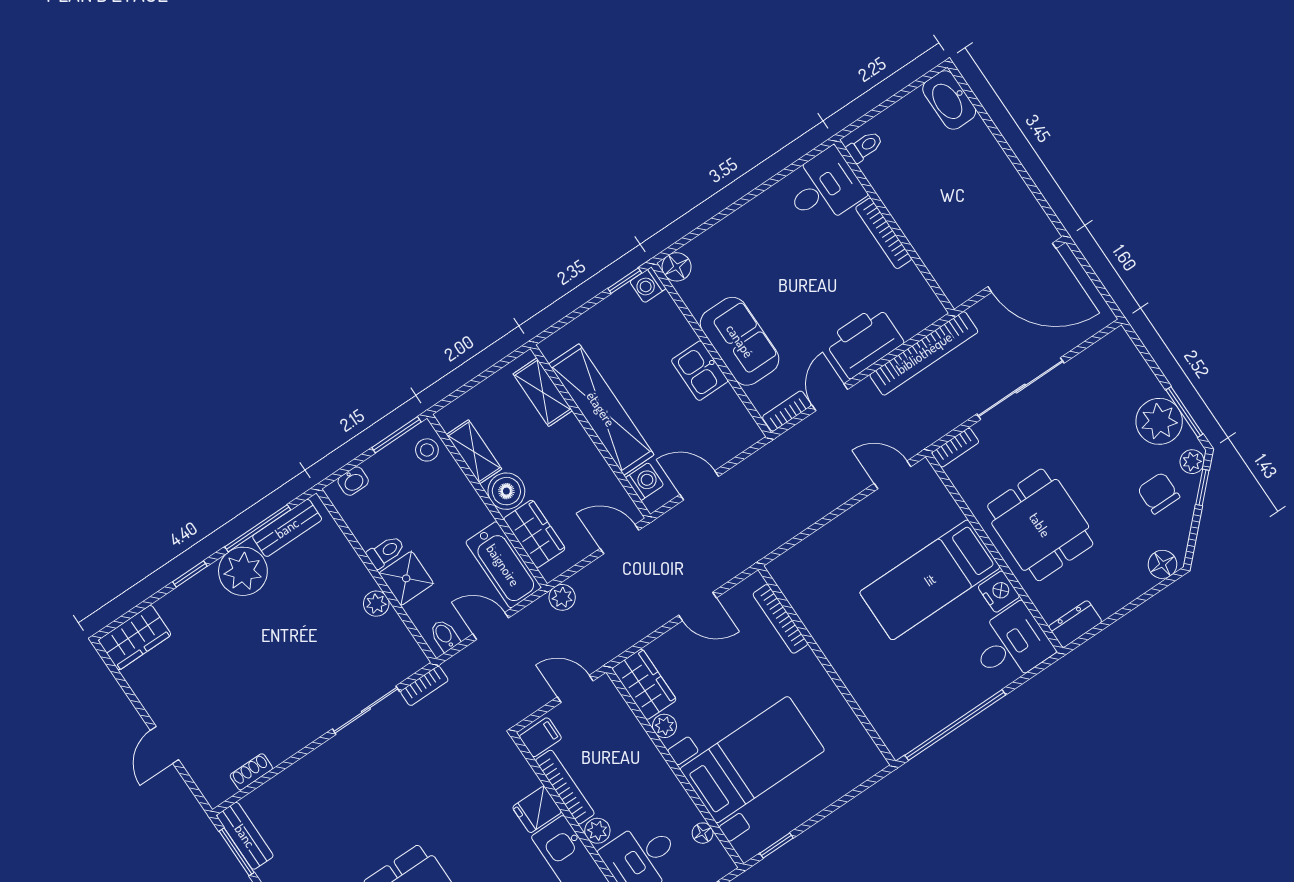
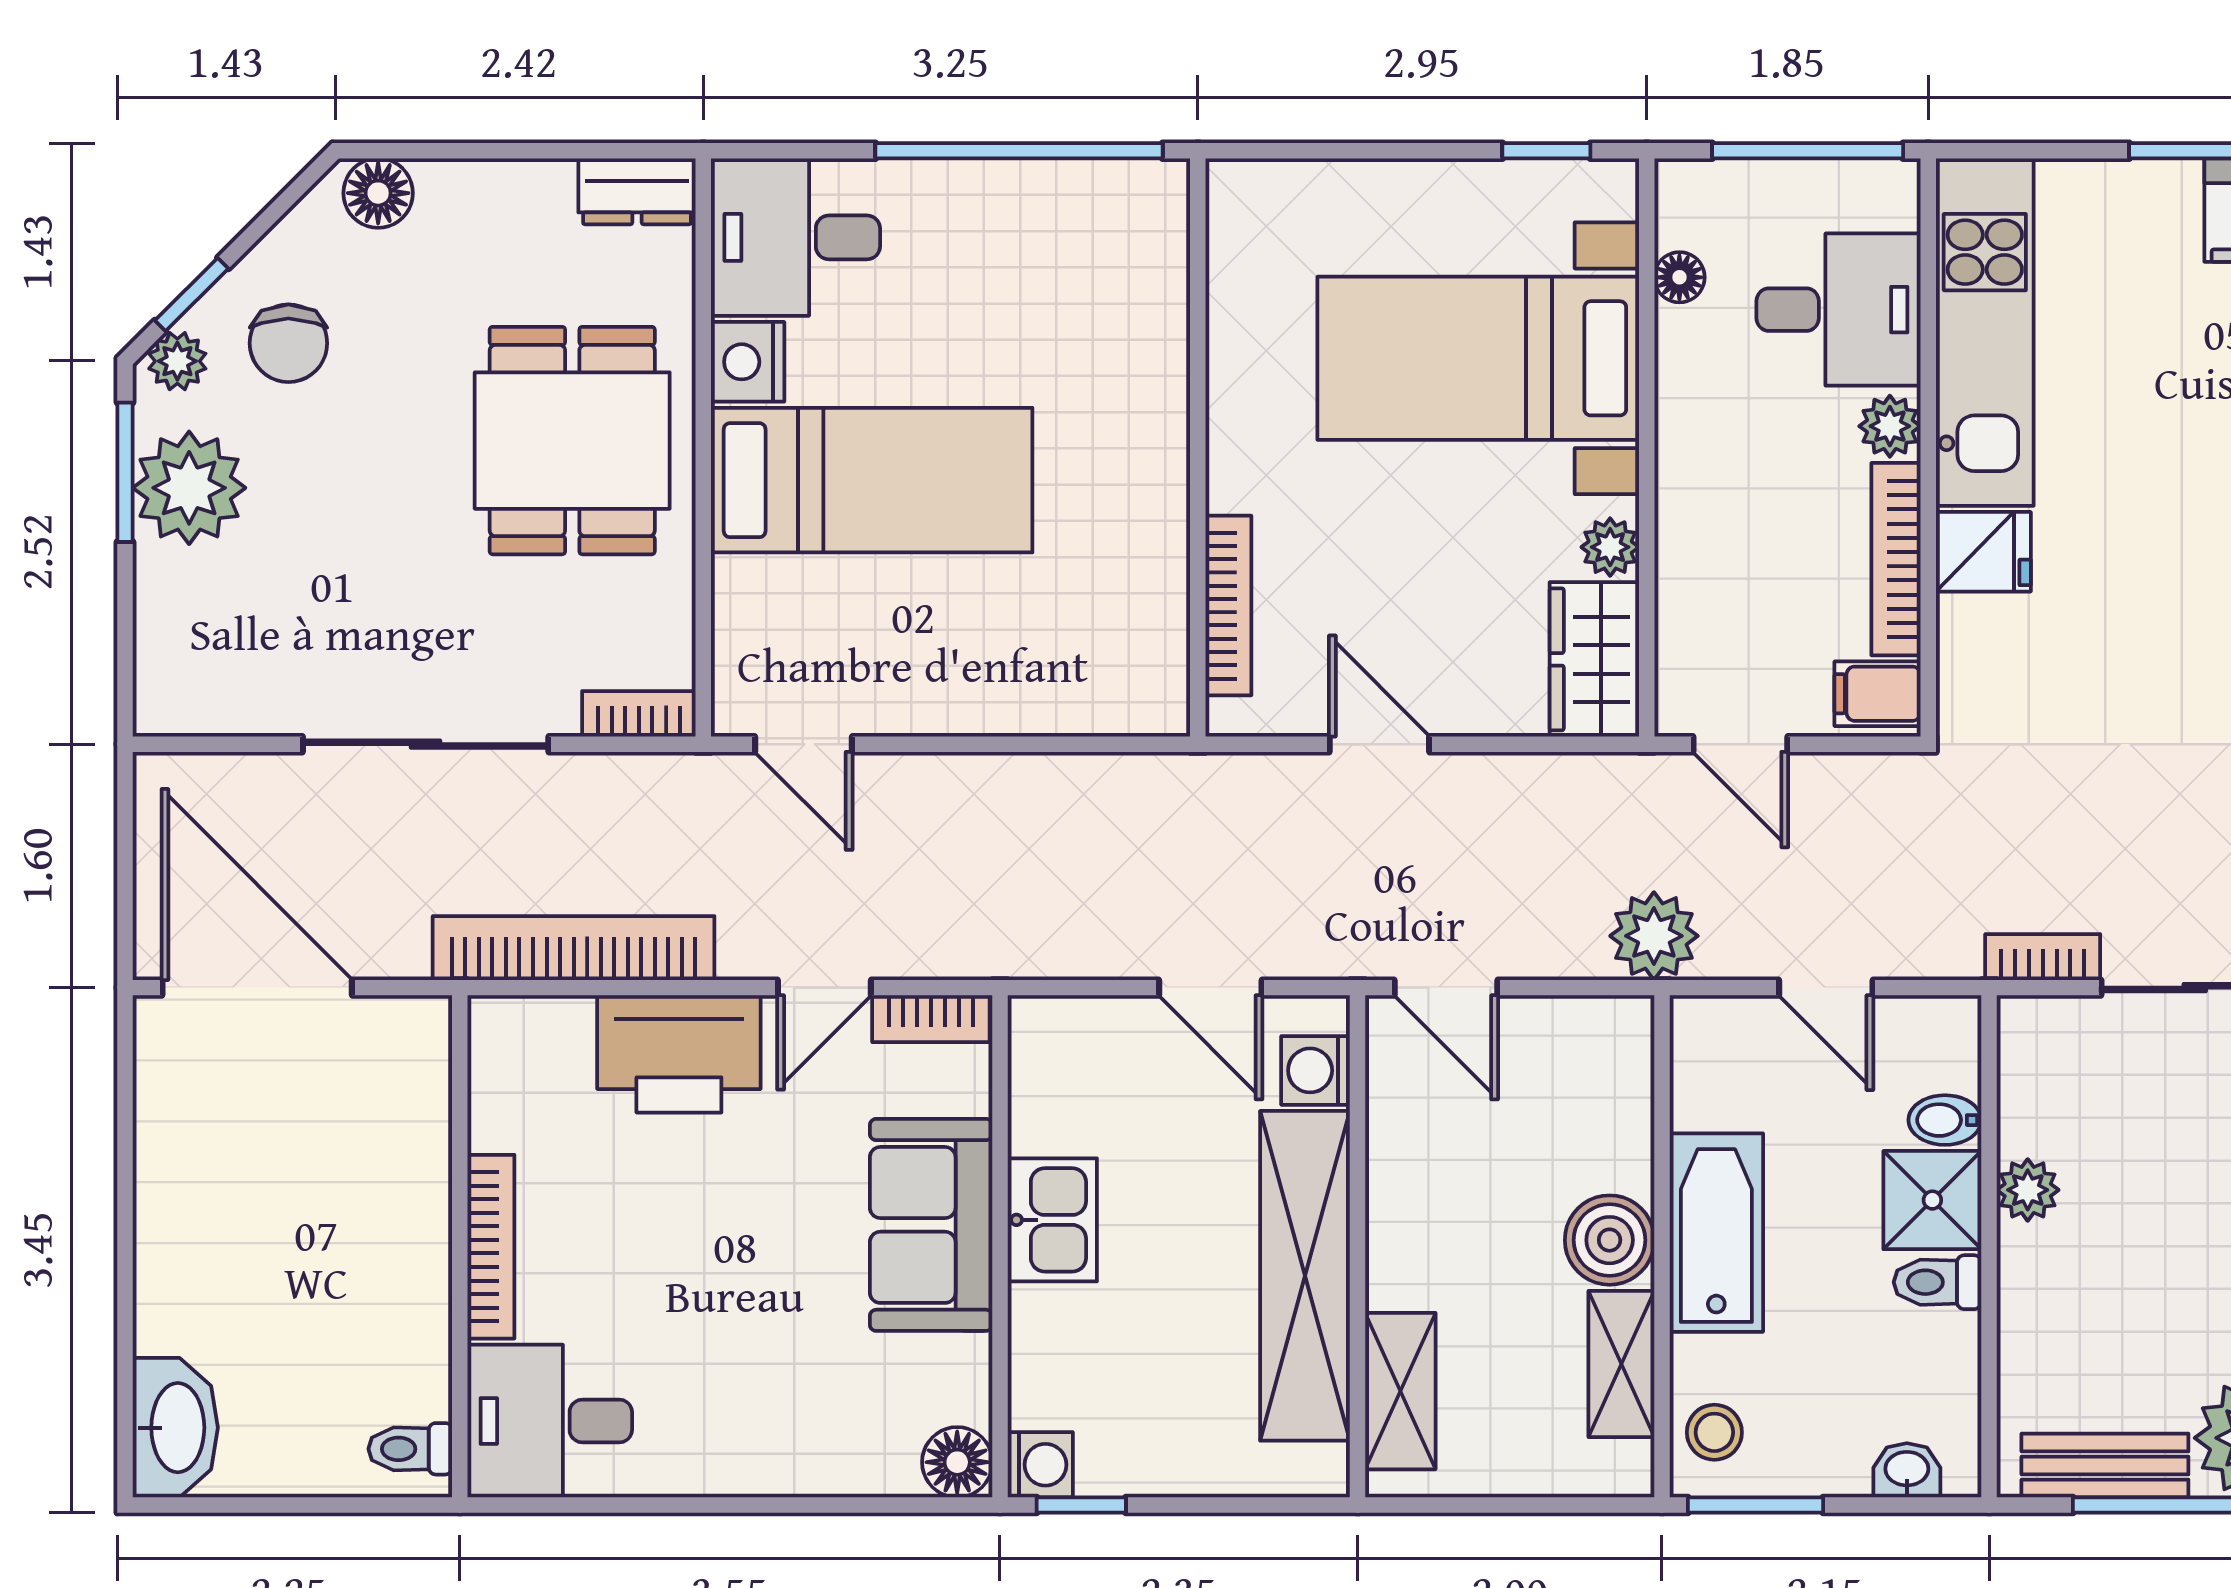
wardrobe: (534, 534) -> (1611, 1115), removed
bathtub: (503, 565) -> (1716, 1233), moved
plant: (562, 597) -> (1654, 936), width x1.38, depth x1.38
bidet: (445, 635) -> (1945, 1120), moved, turned 90

